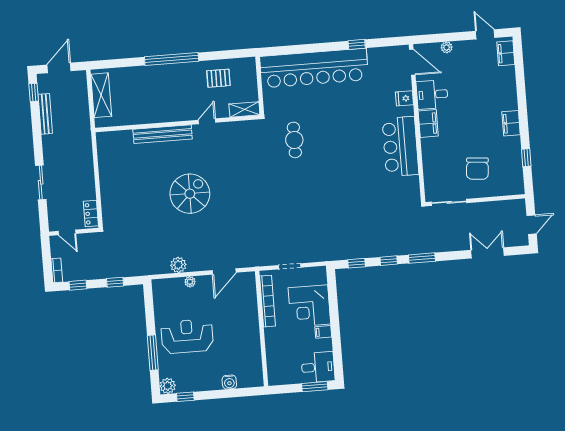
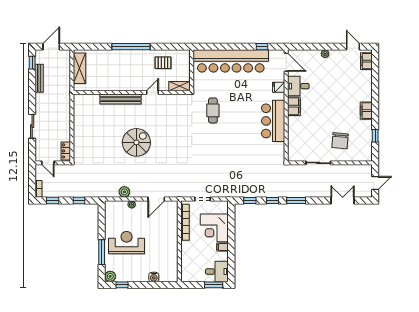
door: (412, 62) -> (286, 62), moved
desk: (432, 95) -> (298, 86), moved
fridge: (404, 98) -> (279, 87), moved
wall: (417, 123) -> (286, 105), moved
filing cabinet: (428, 124) -> (294, 106), moved
bar counter: (400, 146) -> (273, 121), moved

